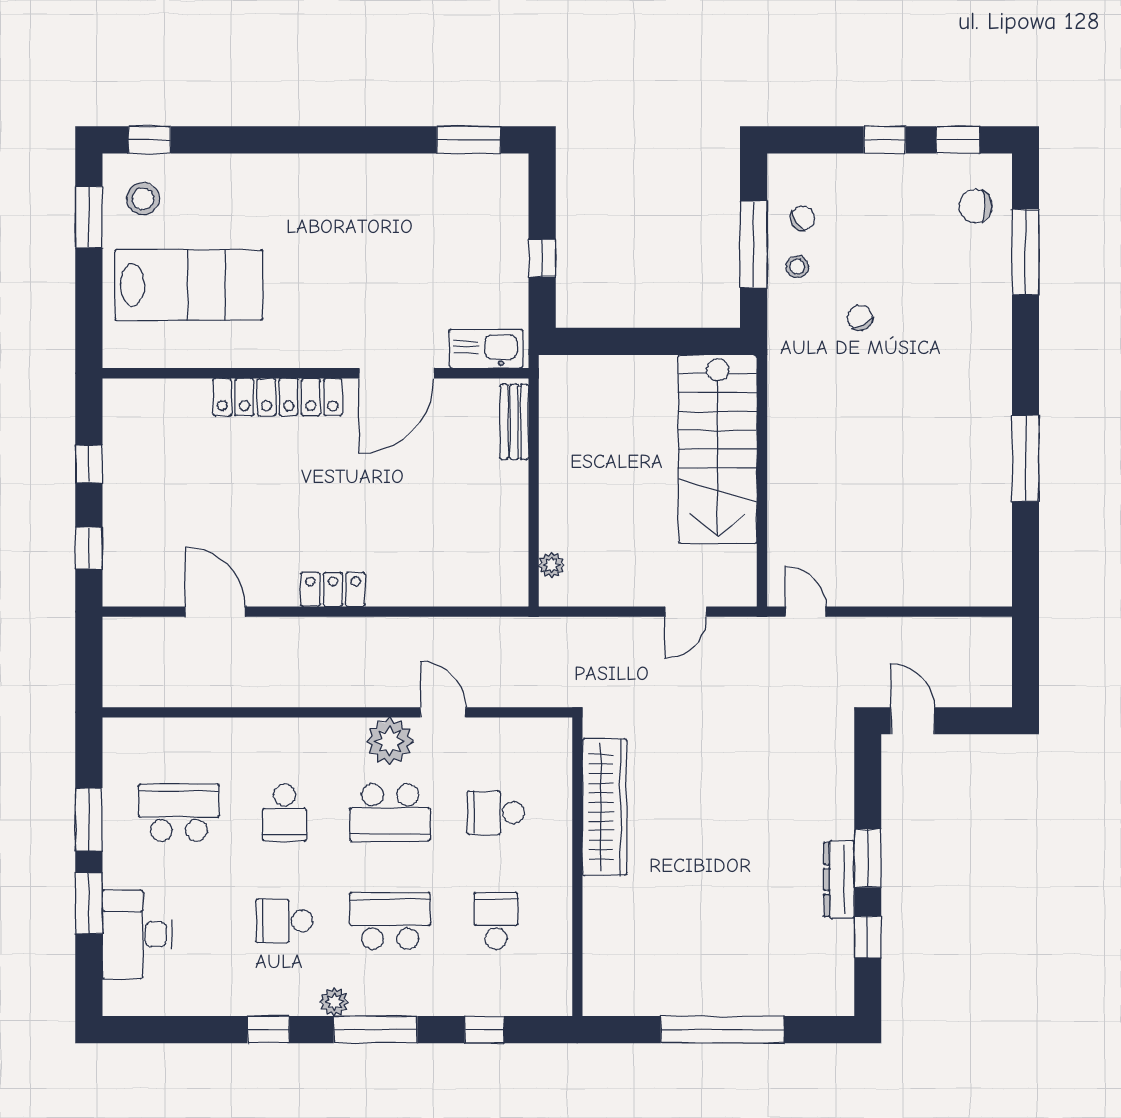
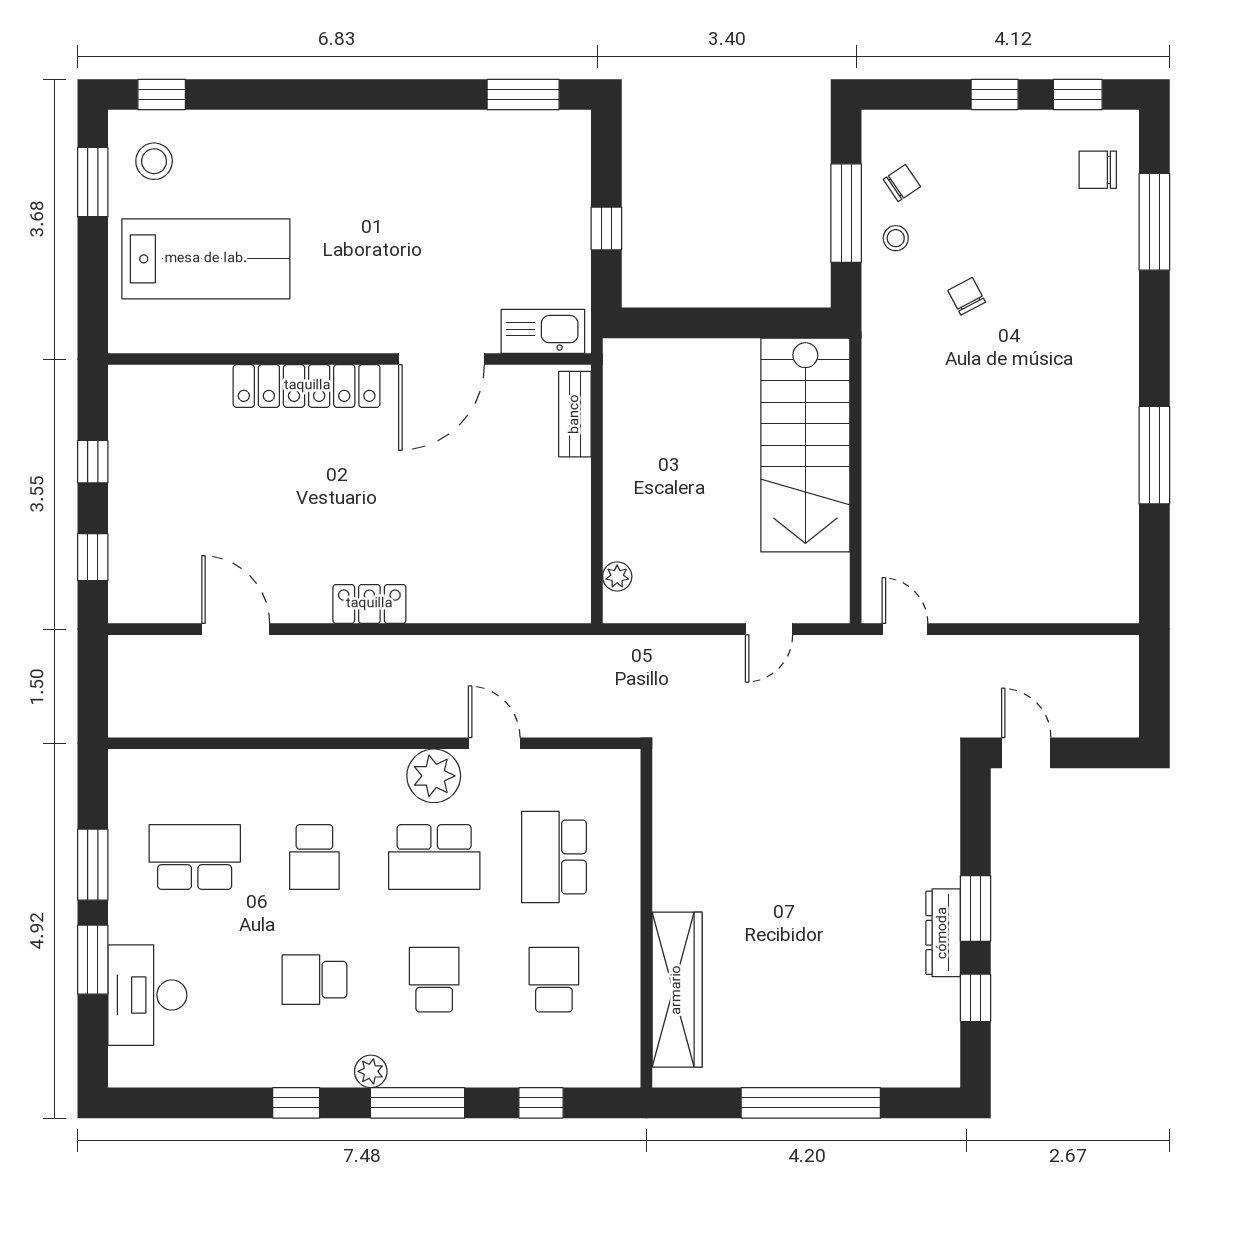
wardrobe: (604, 807) -> (677, 990), moved
school desk: (496, 813) -> (554, 857), width x1.85
school desk: (390, 921) -> (434, 980), width x0.54

